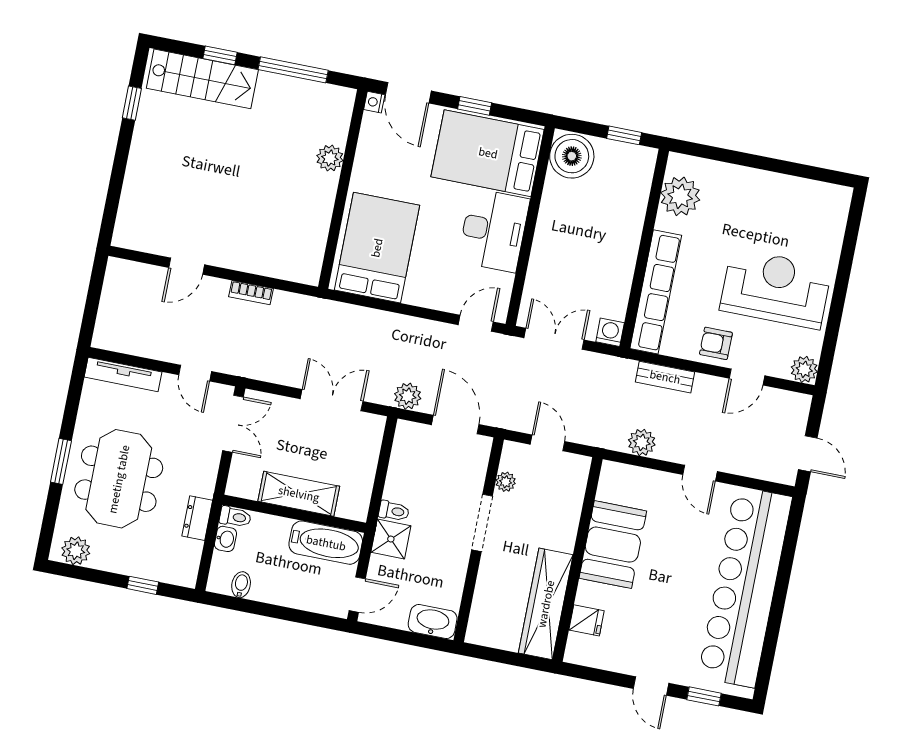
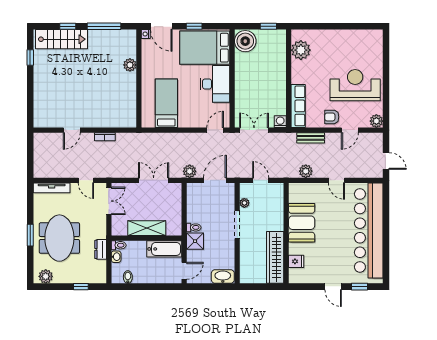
bed: (377, 248) -> (166, 103), width x0.67
row of seats: (656, 292) -> (298, 106), width x0.73
door: (455, 425) -> (215, 180), hinge flipped

